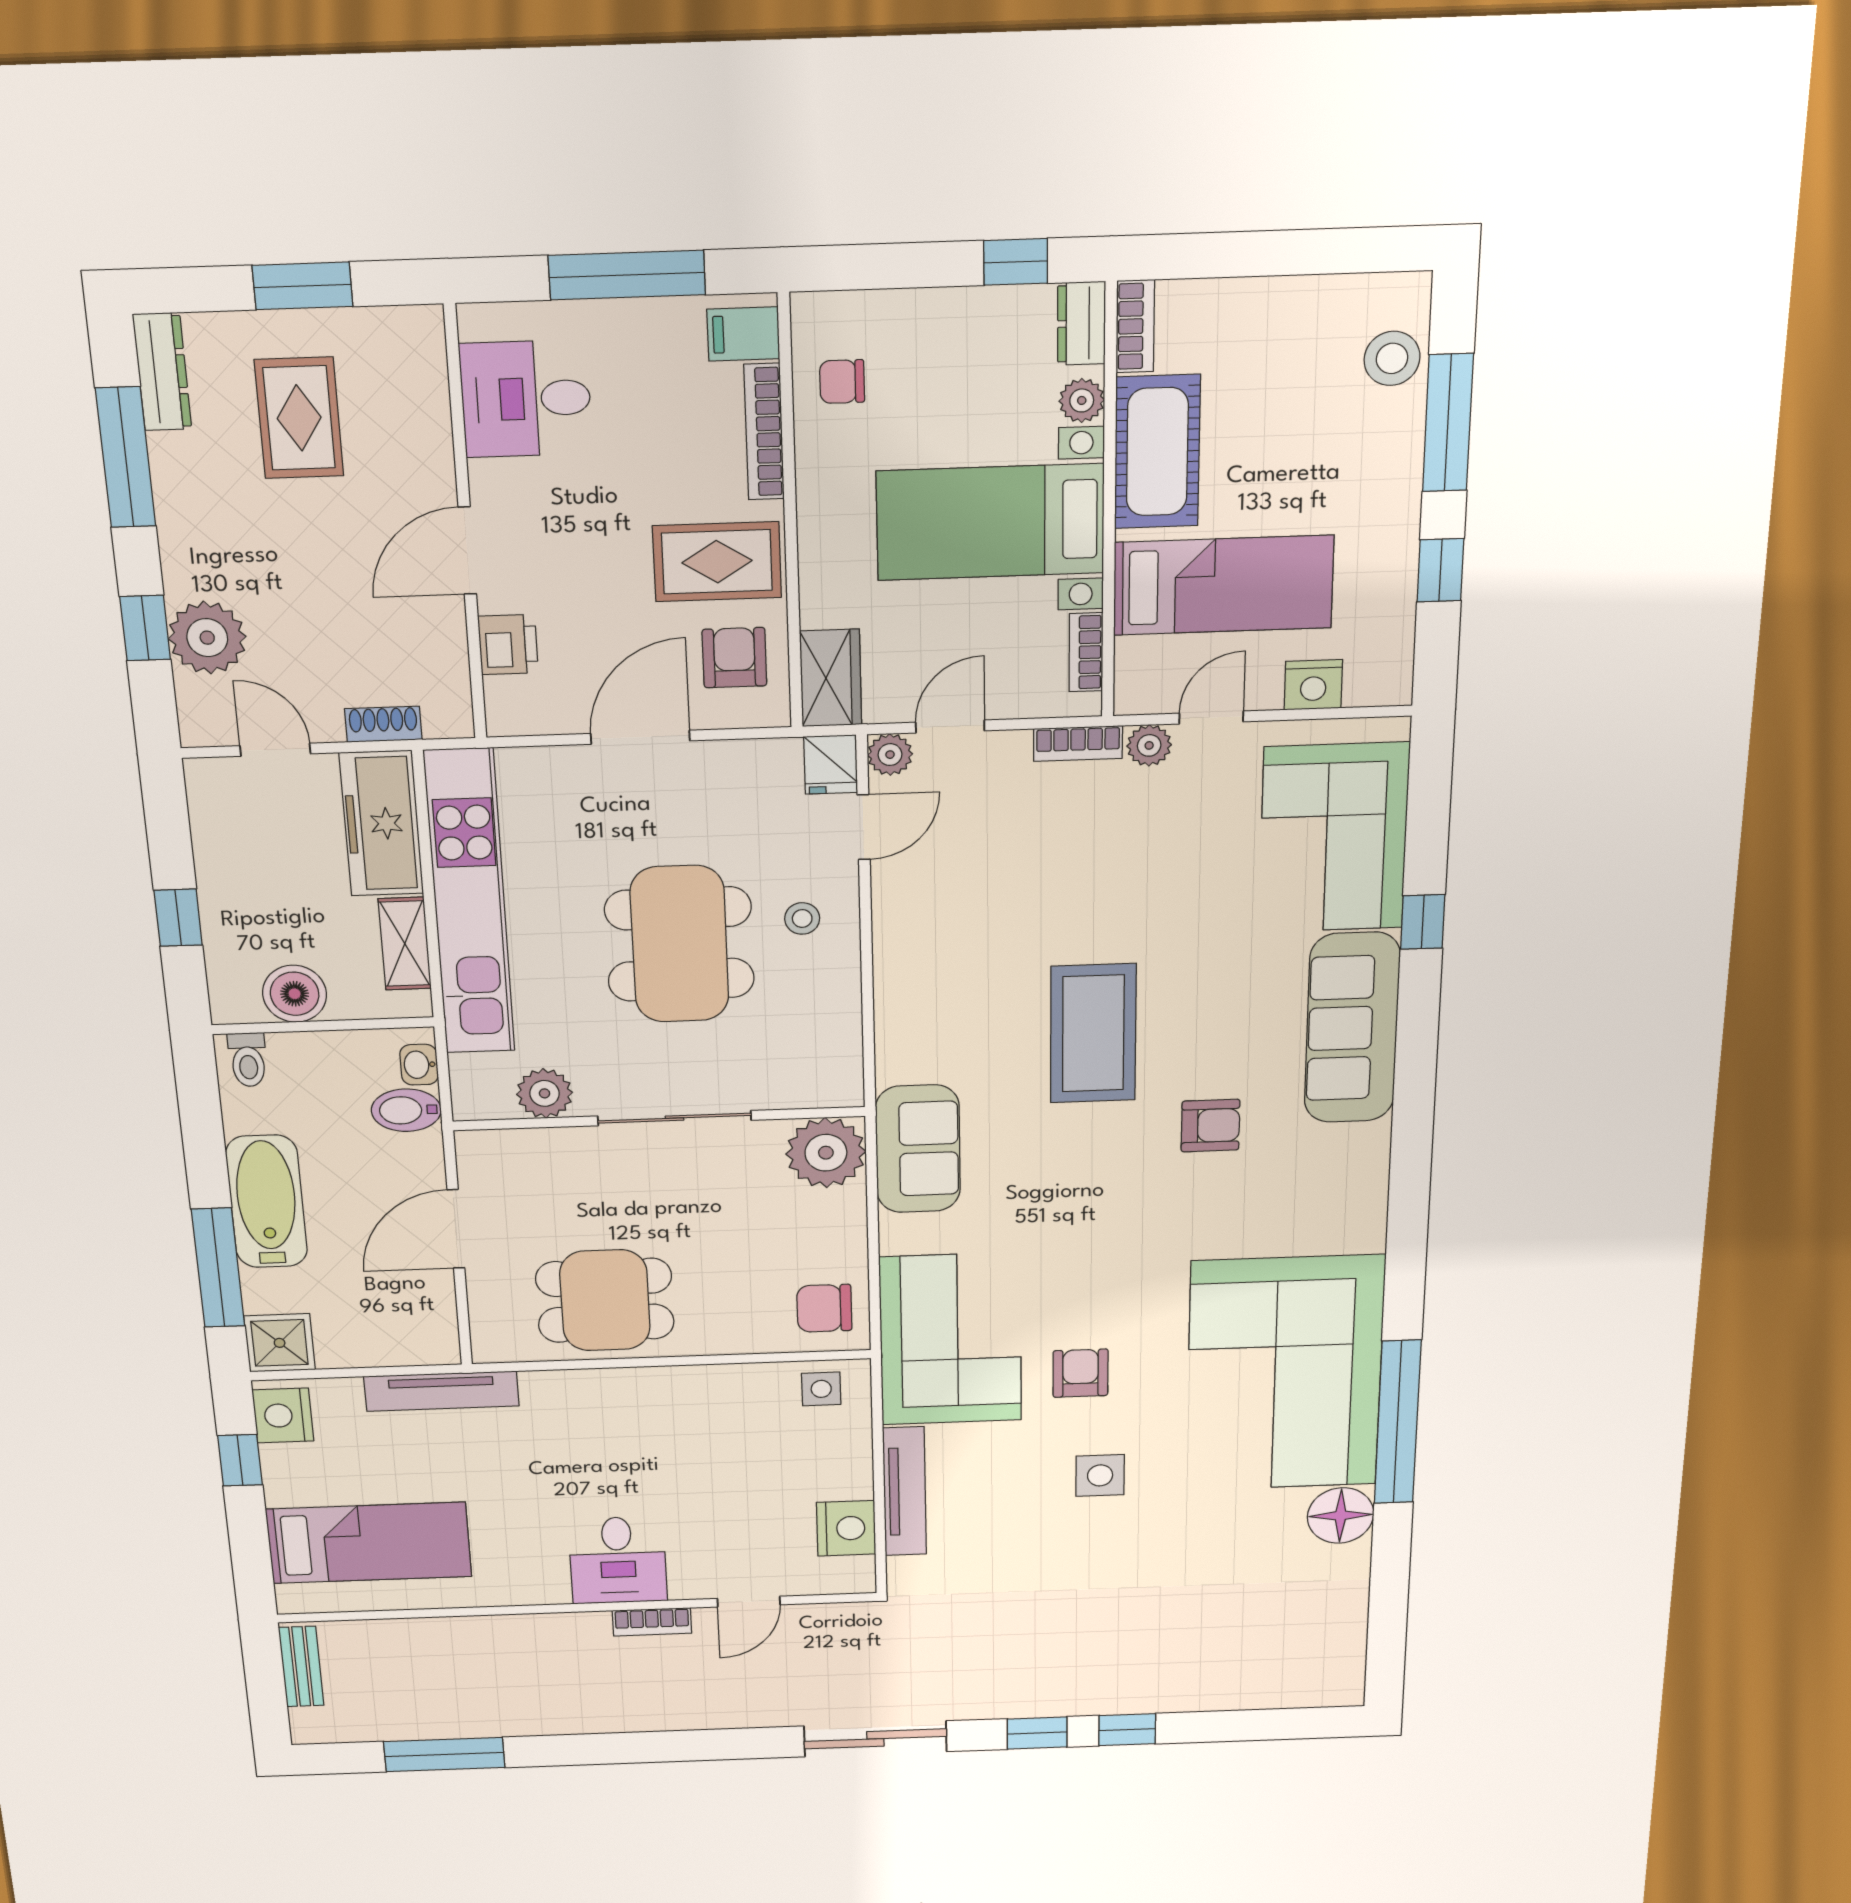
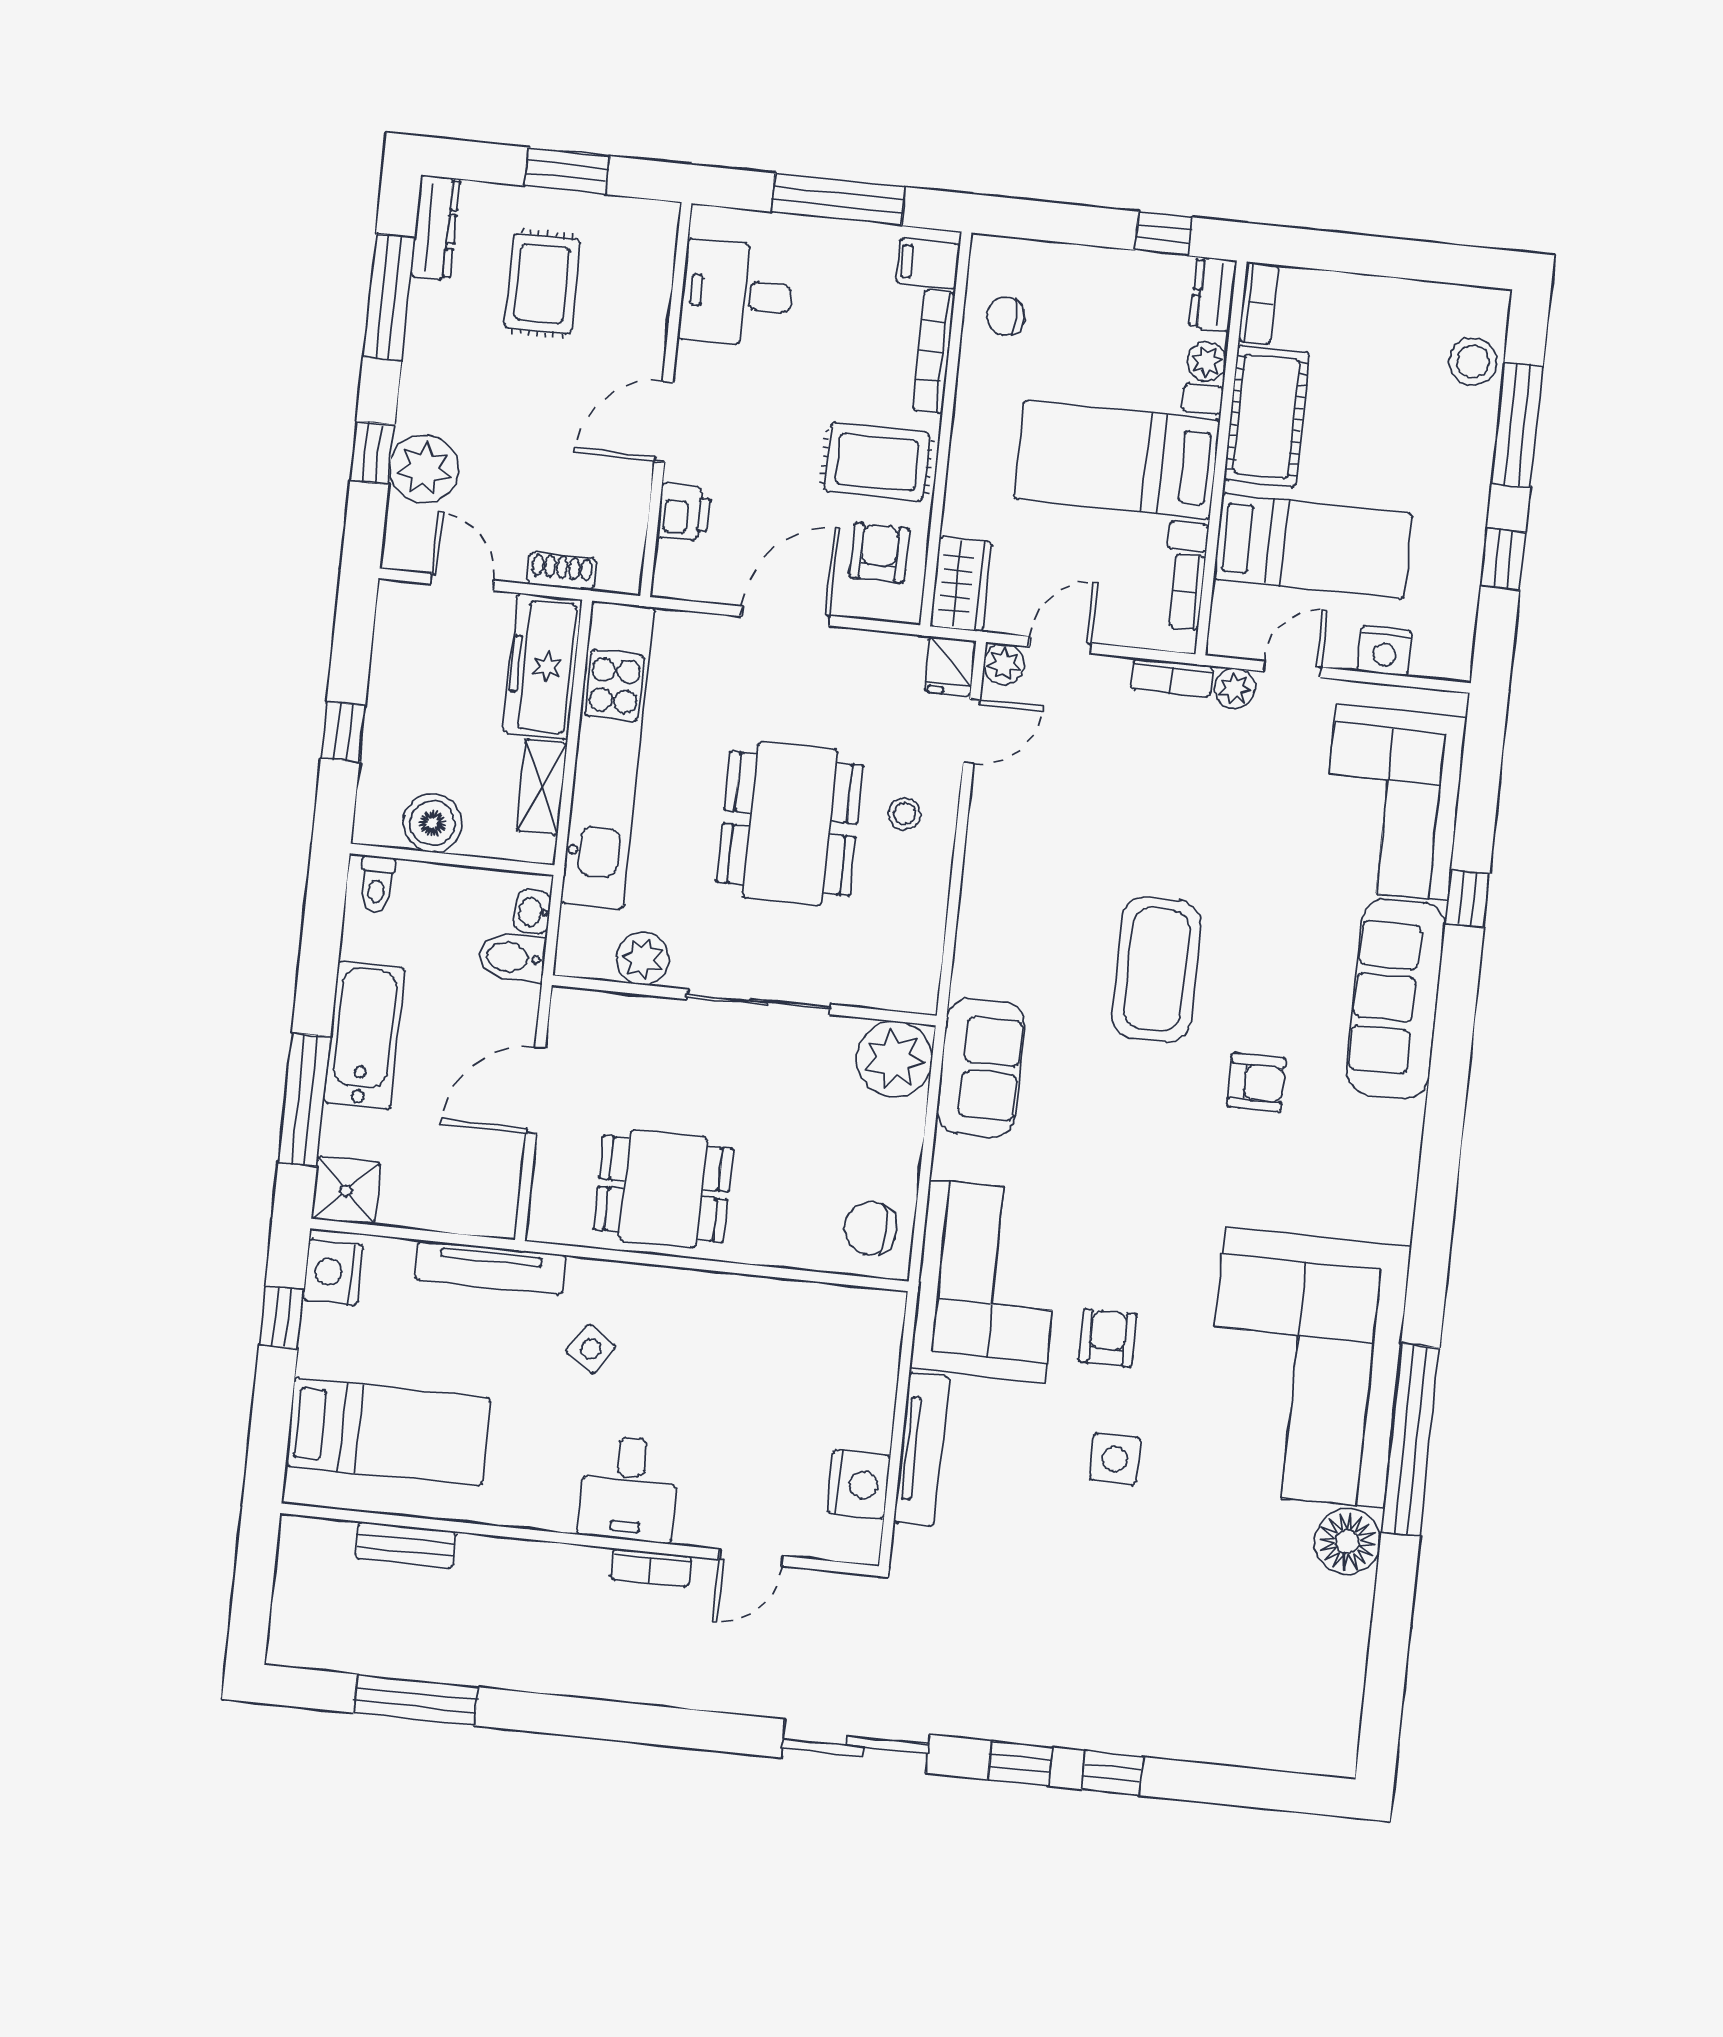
side table: (821, 1389) -> (591, 1349), moved, turned 34
bench: (301, 1667) -> (406, 1545), moved, turned 90

